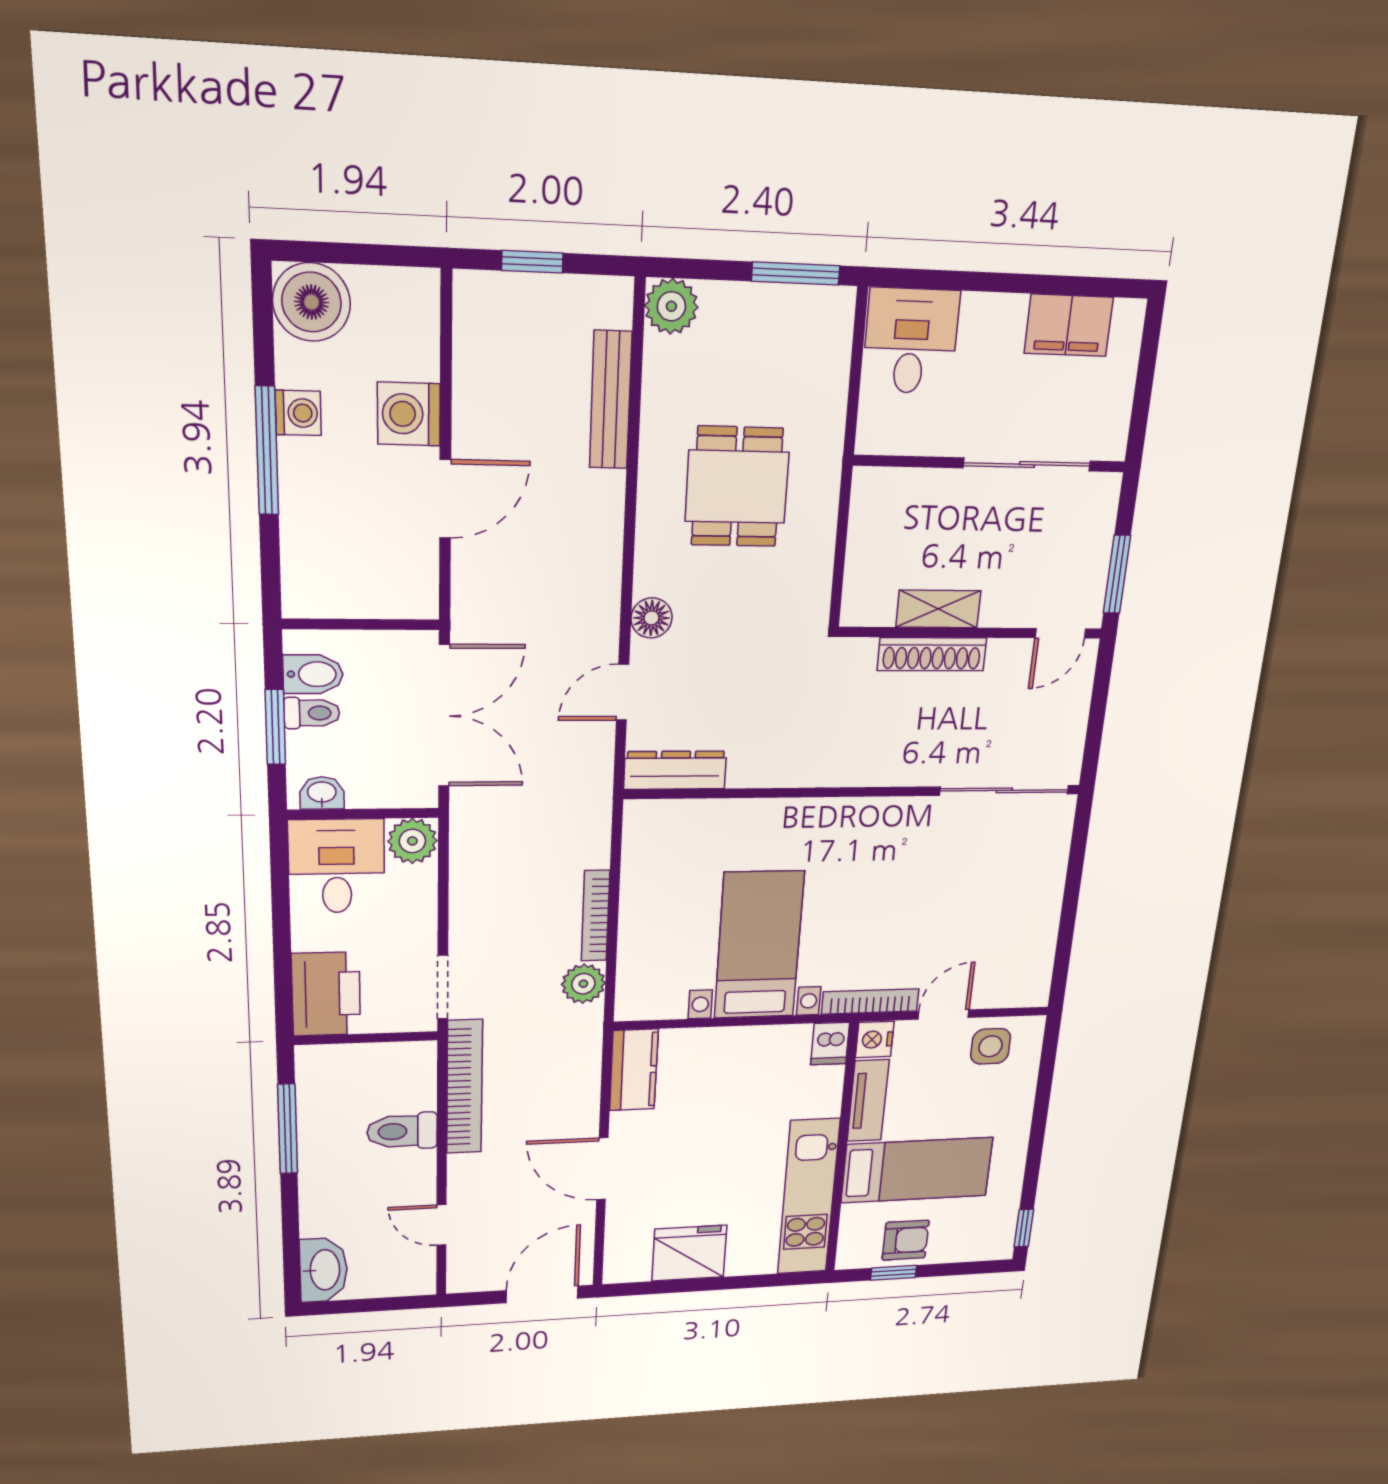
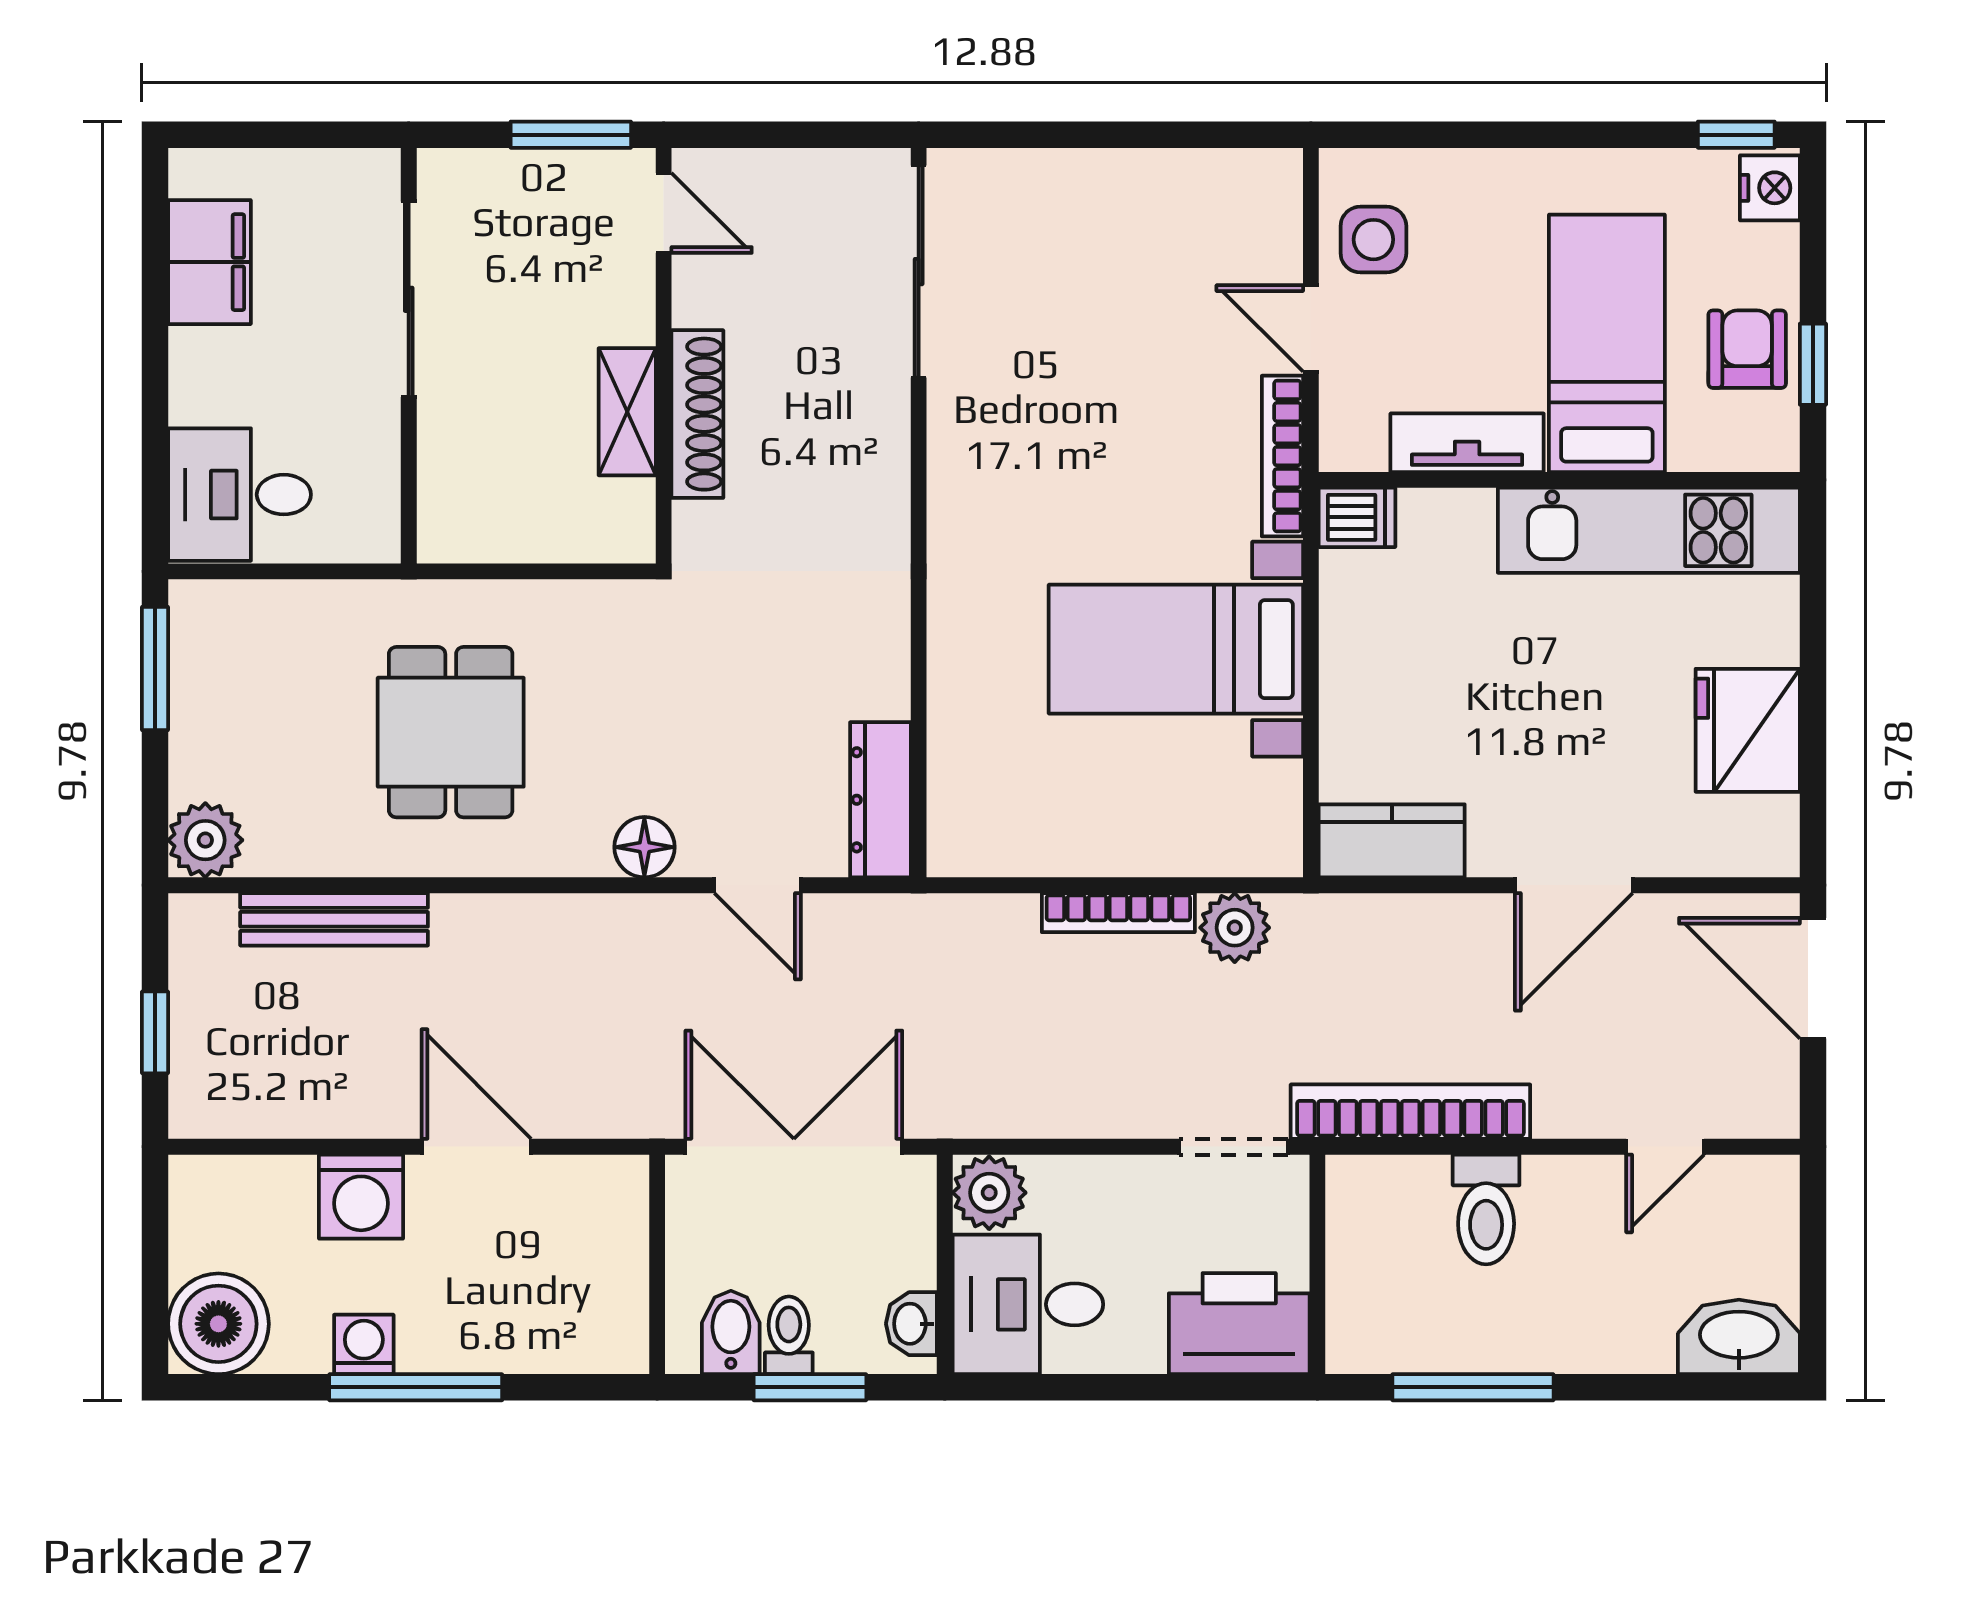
dining table: (737, 487) -> (451, 732), turned 90
nightstand: (875, 1040) -> (1770, 188), moved, turned -90

